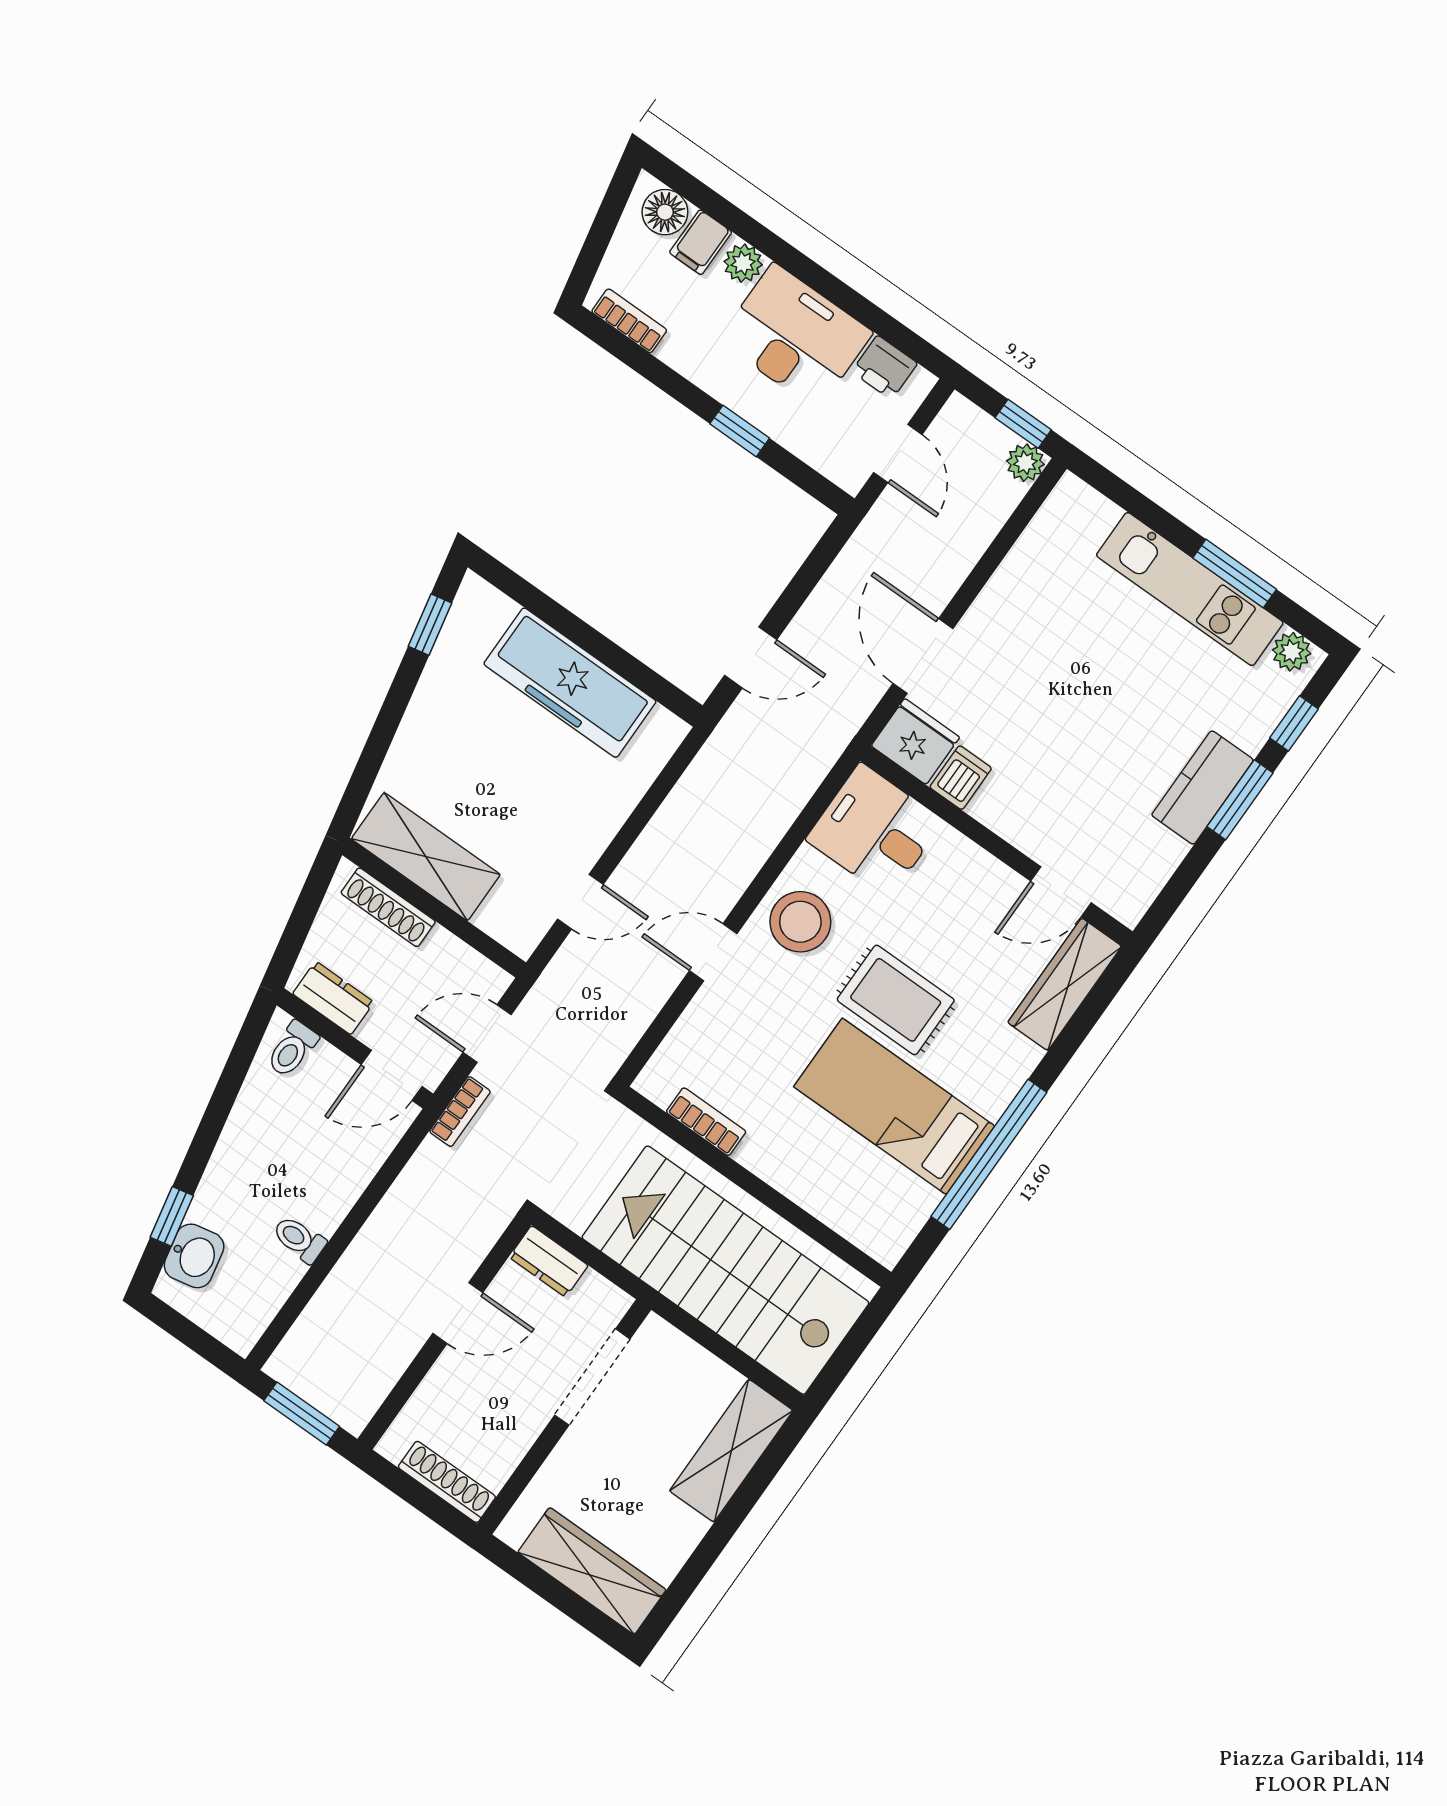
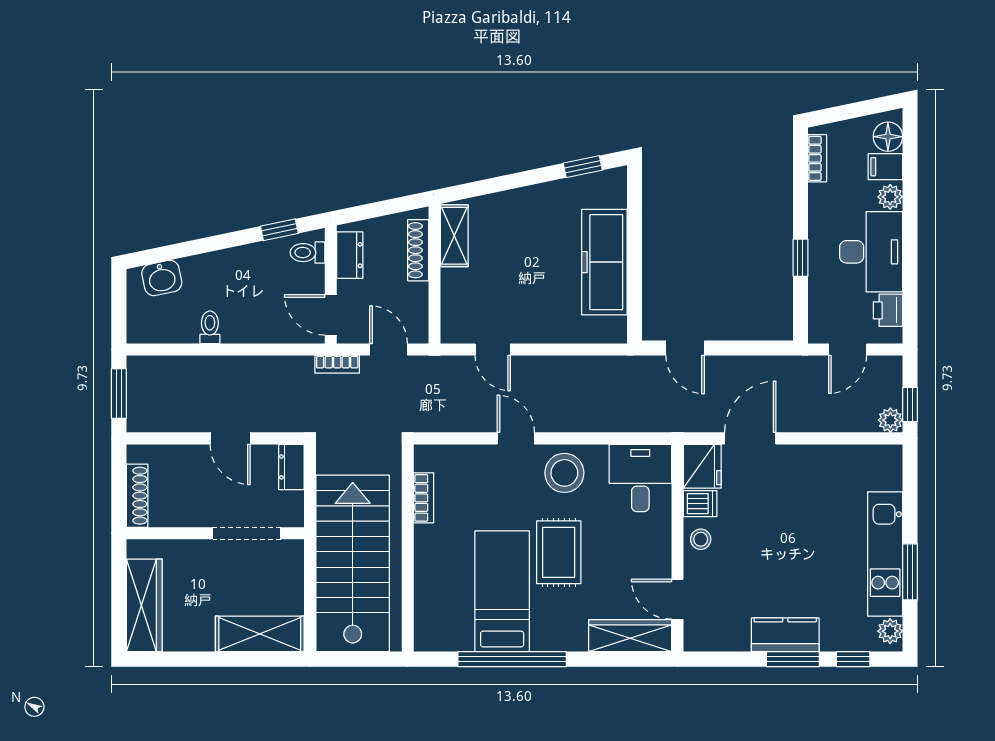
stool: (1006, 809) -> (701, 539), added
shelving: (426, 857) -> (454, 236), width x0.67, depth x0.75
window: (172, 1216) -> (279, 230), moved

